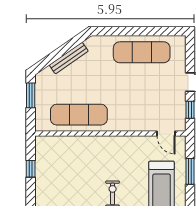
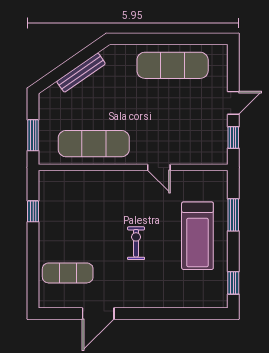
window: (31, 95) -> (33, 135), moved
door: (166, 134) -> (159, 167), moved

